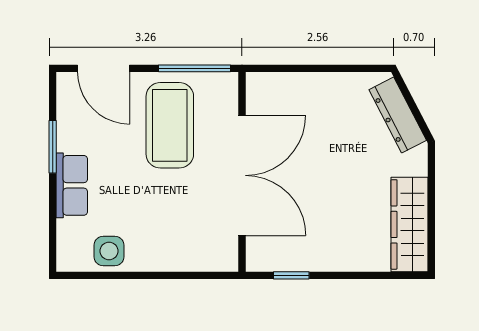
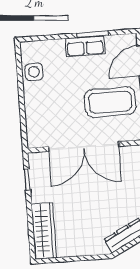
row of seats: (72, 185) -> (85, 46), moved
wardrobe: (409, 224) -> (44, 231), moved, turned 90

